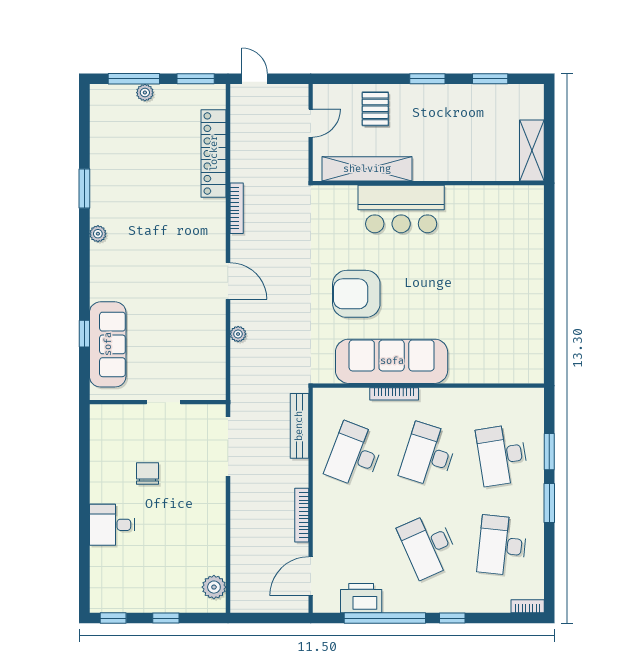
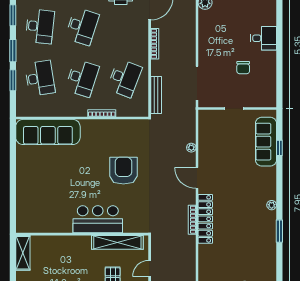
locker: (214, 153) -> (205, 219), moved
armchair: (356, 294) -> (123, 171), turned -90
sofa: (392, 361) -> (48, 132), moved
desk: (428, 545) -> (82, 26), turned 42
window: (549, 565) -> (13, 15), added

